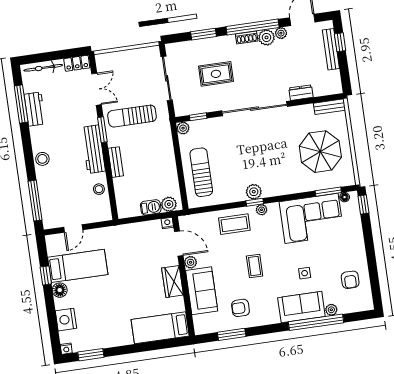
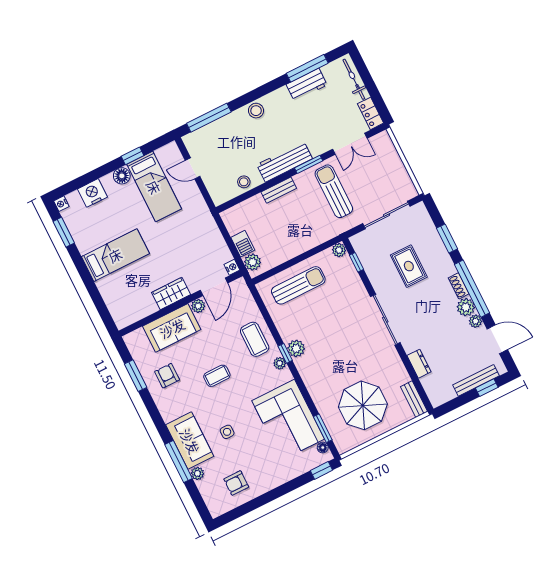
sliding door: (255, 109) -> (385, 320), width x0.73
window: (316, 322) -> (179, 461), width x0.68
bed: (160, 328) -> (115, 255), moved, turned 90

